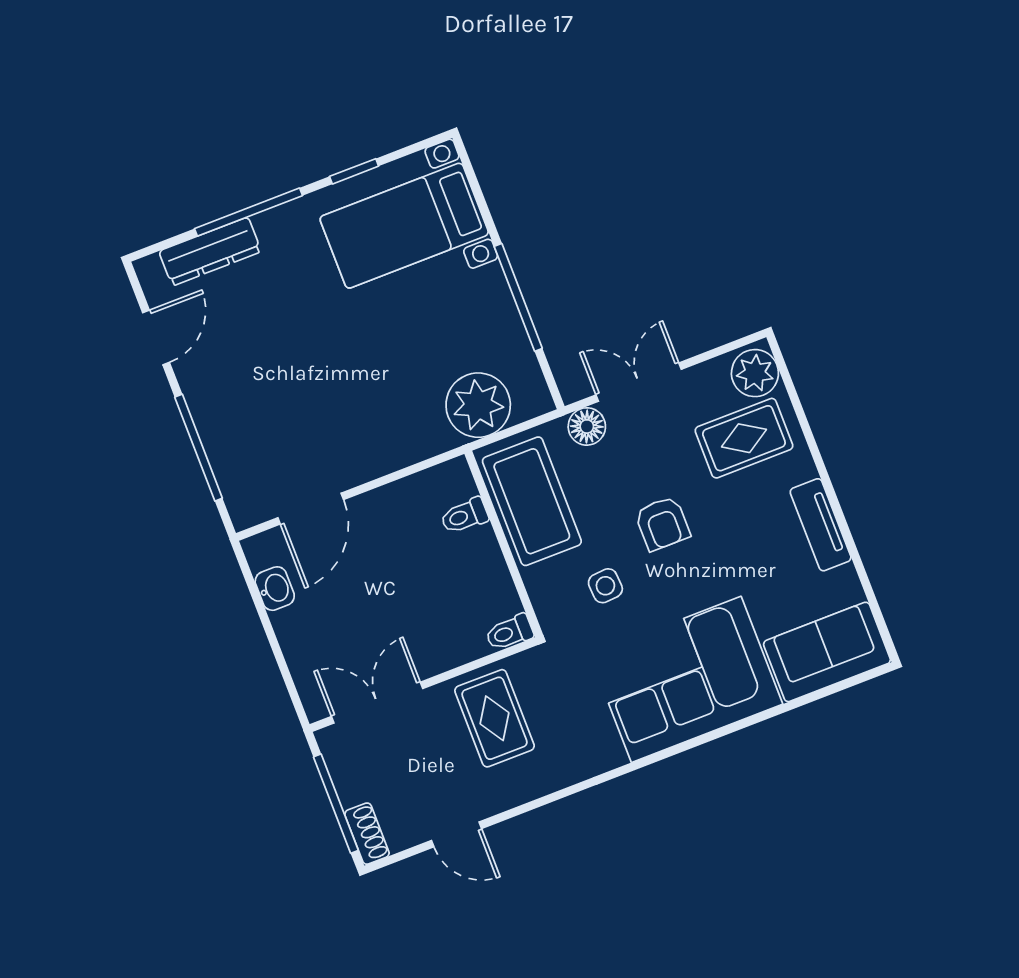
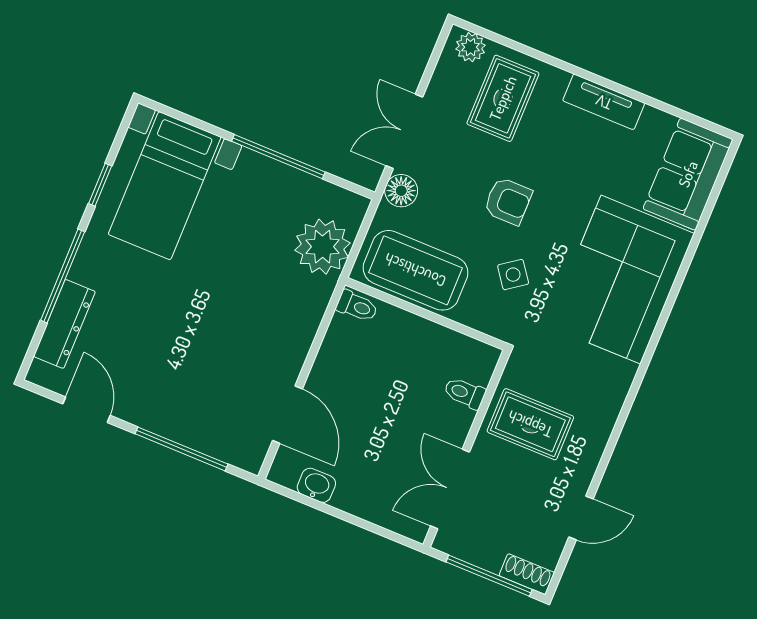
plant: (755, 373) -> (470, 47), width x0.73, depth x0.73
toilet: (464, 516) -> (357, 306), moved, turned -90
side table: (605, 586) -> (513, 275), turned -32
toilet: (509, 632) -> (465, 393), moved, turned 90

